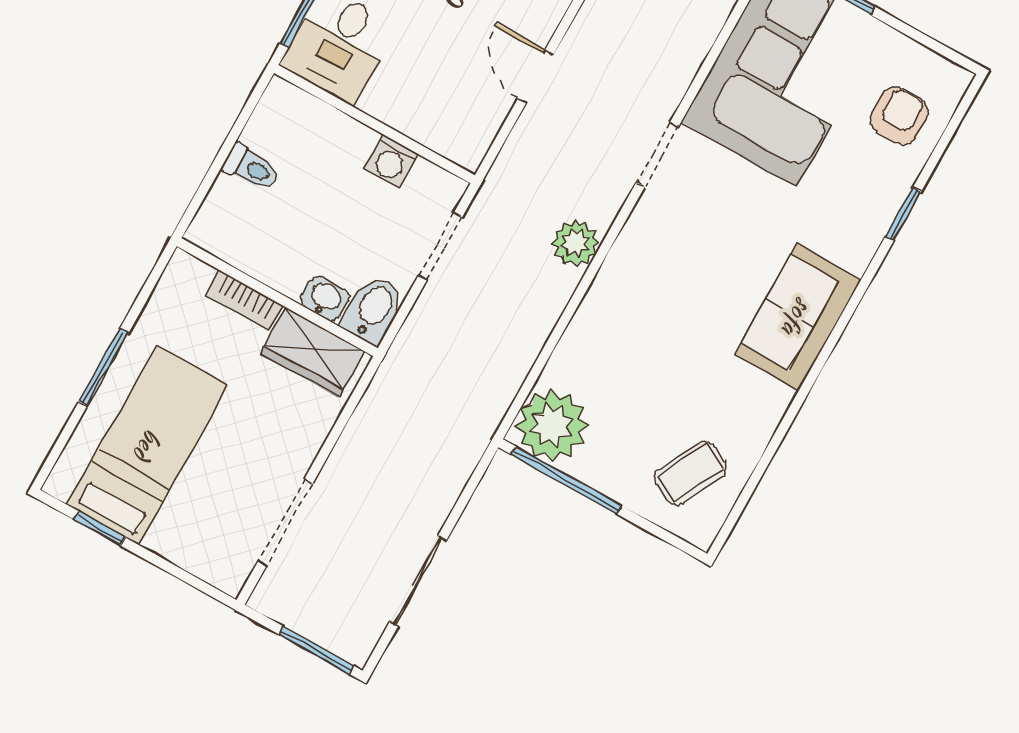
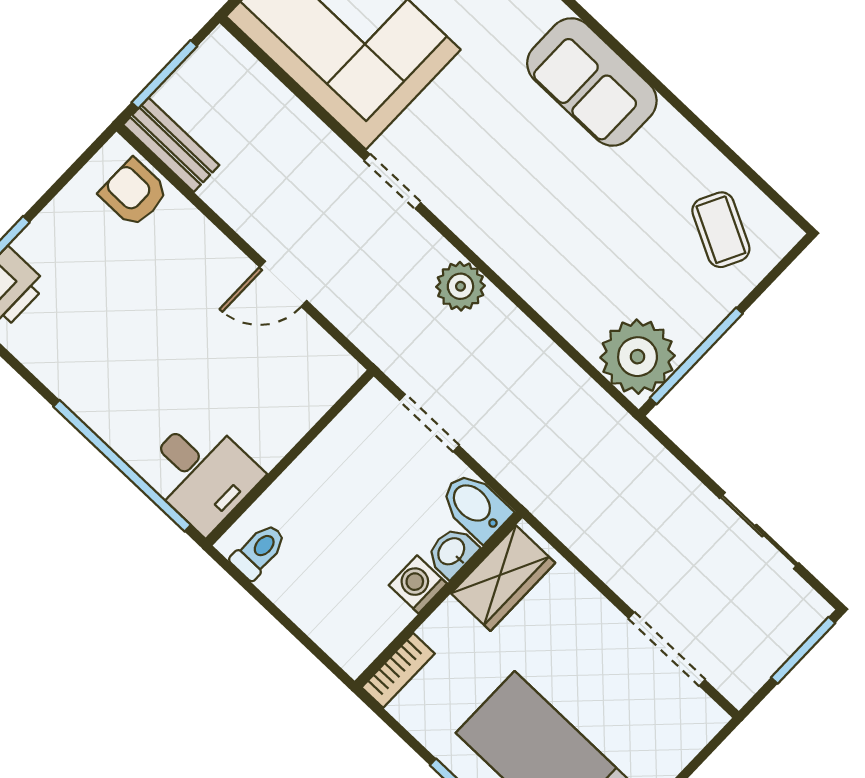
washing machine: (391, 162) -> (418, 584), moved, turned 180
toilet: (251, 168) -> (259, 551), moved
bookcase: (244, 300) -> (398, 670), moved

